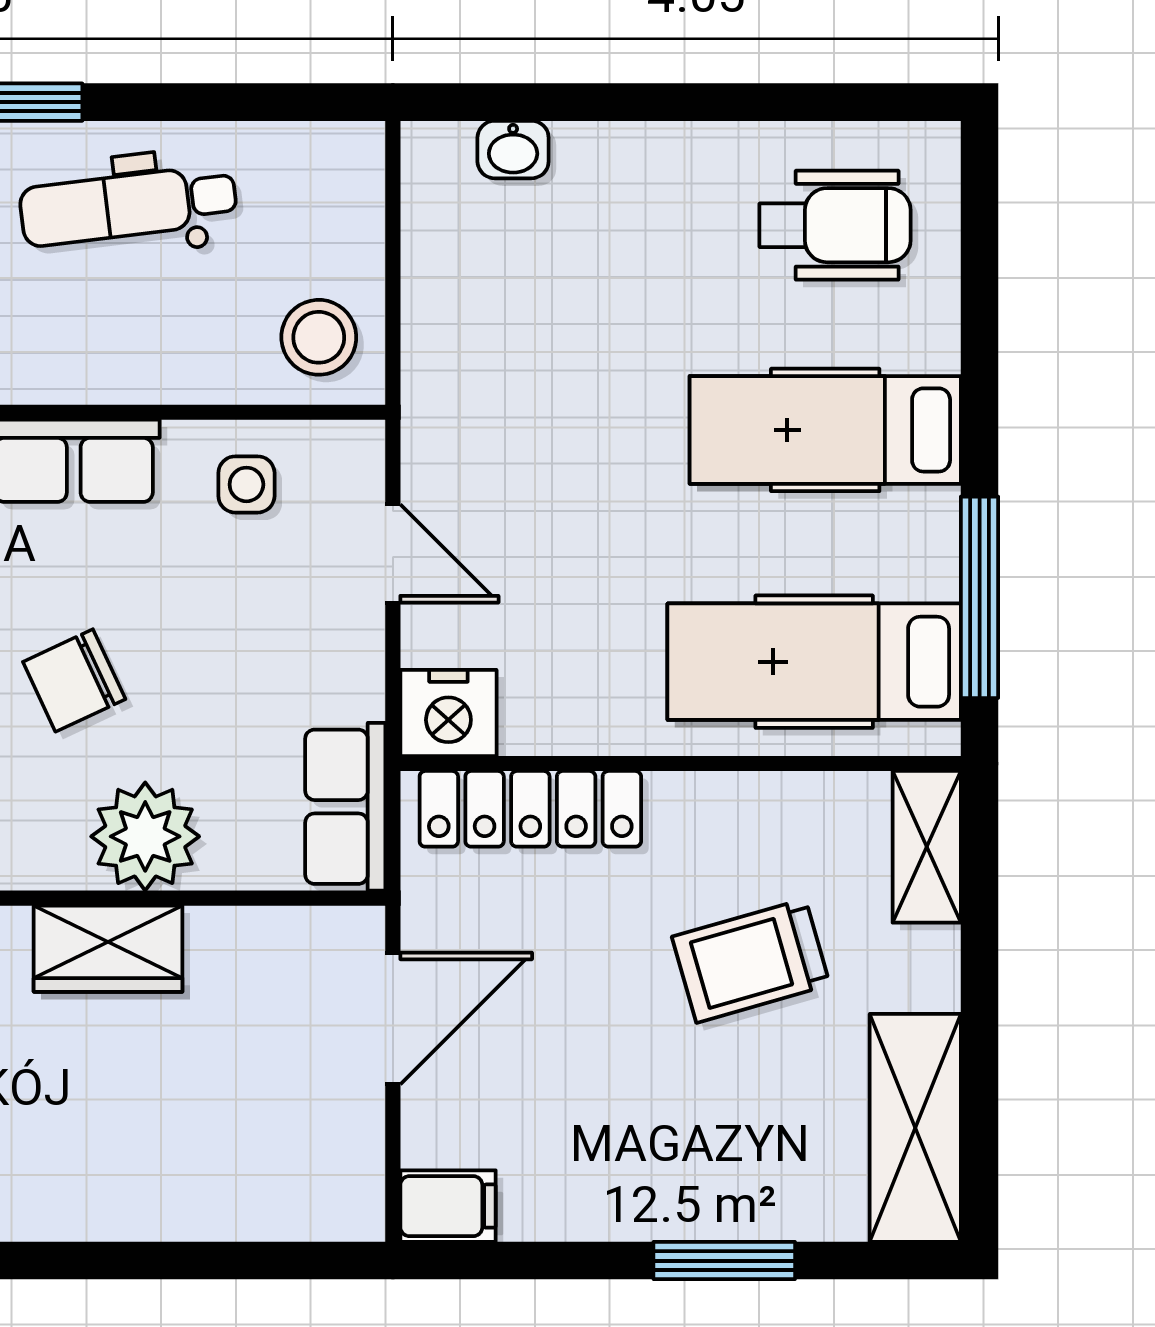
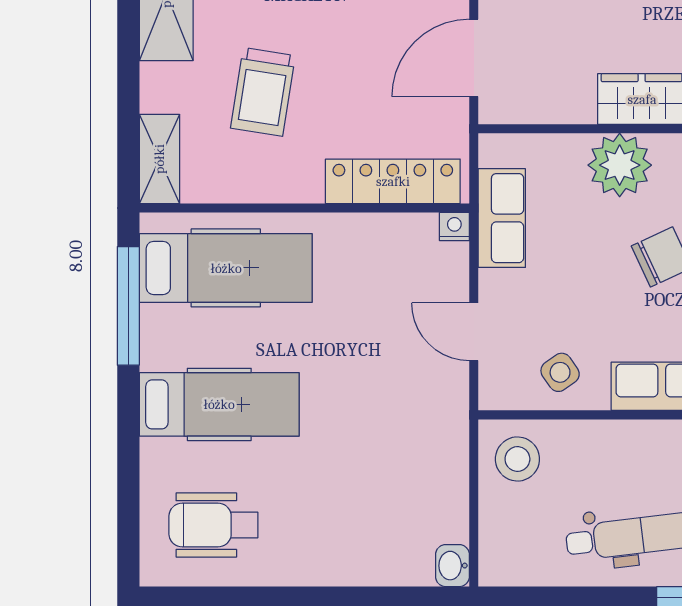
washbasin: (513, 150) -> (452, 566), moved, turned -90
side table: (246, 484) -> (560, 372), turned -35
nightstand: (448, 713) -> (454, 227), width x0.53, depth x0.56
row of seats: (345, 807) -> (502, 218), moved
trolley: (751, 961) -> (263, 92), turned 115

